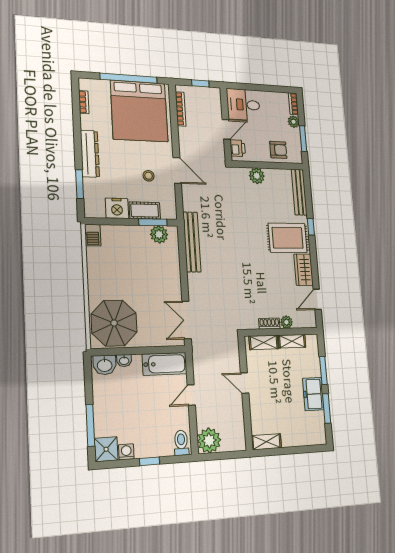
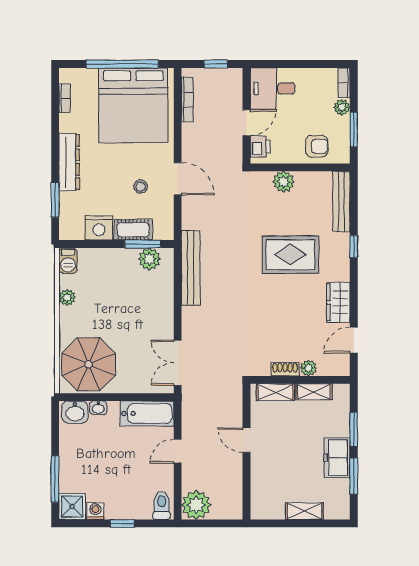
rug: (288, 238) -> (290, 255), moved
plant: (93, 266) -> (67, 298), added
shelving: (266, 442) -> (305, 511), moved

